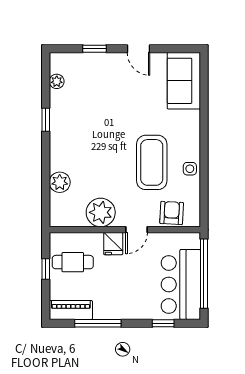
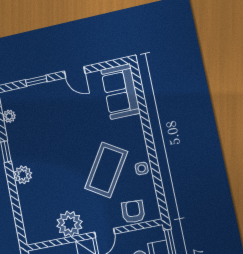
coffee table: (152, 162) -> (106, 170), turned 32
plant: (60, 182) -> (23, 175), moved

